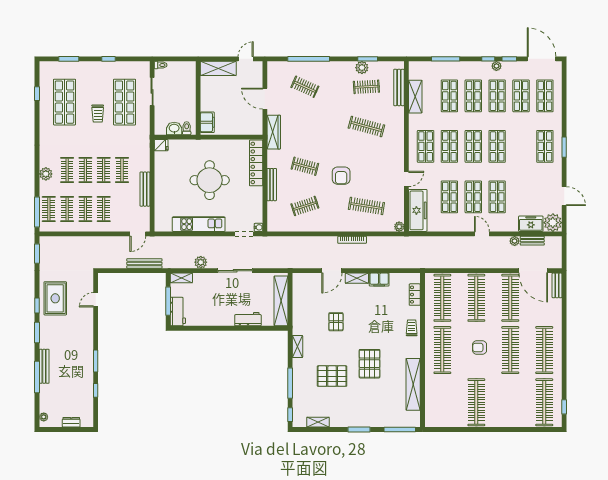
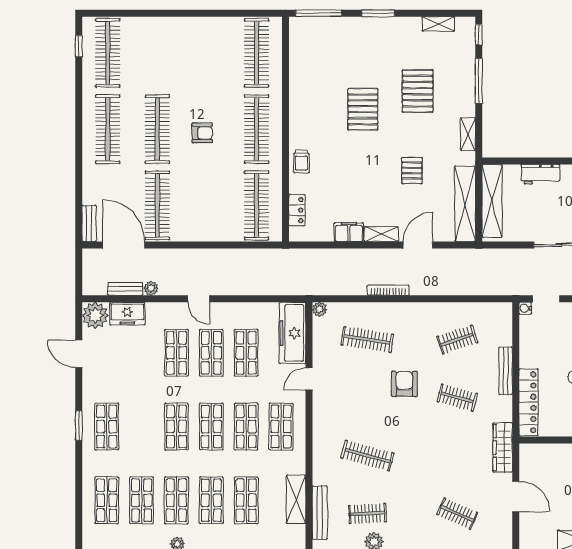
clothes rail: (476, 298) -> (207, 205), removed
pallet: (332, 376) -> (418, 91), turned 90
shelving: (413, 384) -> (465, 204), moved
clothes rail: (476, 402) -> (257, 53), moved

